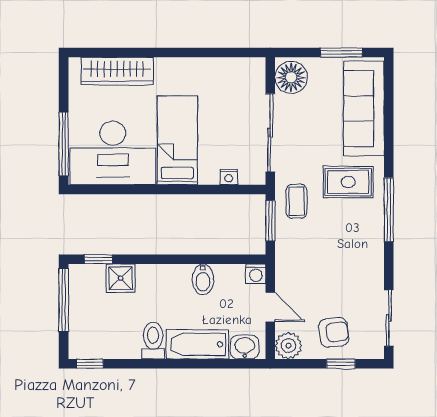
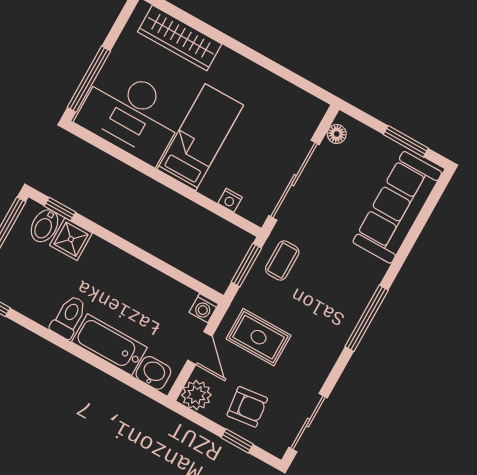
floor lamp: (291, 77) -> (337, 134), width x0.53, depth x0.53
rug: (348, 182) -> (258, 337), moved
bidet: (203, 279) -> (45, 226), moved

